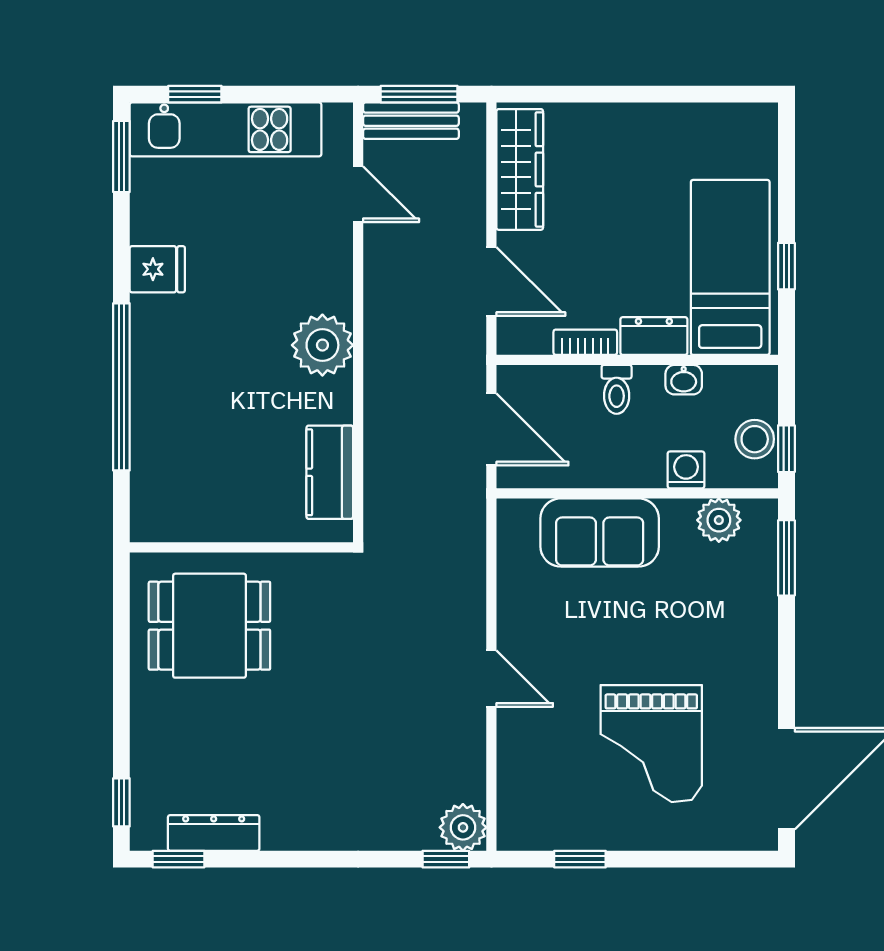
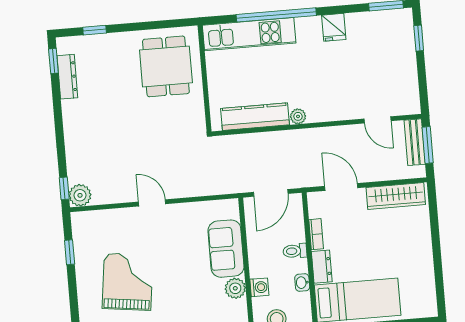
kitchen unit: (226, 129) -> (249, 34), moved, turned -90
door: (358, 194) -> (377, 120), hinge flipped
door: (491, 282) -> (341, 187), swing flipped
plant: (322, 345) -> (298, 116), width x0.53, depth x0.53
kitchen counter: (330, 472) -> (255, 117), width x1.50
plant: (719, 520) -> (235, 288), moved
door: (491, 679) -> (152, 203), swing flipped
grand piano: (651, 744) -> (127, 282), turned 97
window: (121, 802) -> (95, 30), moved

